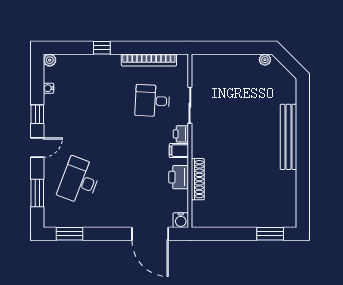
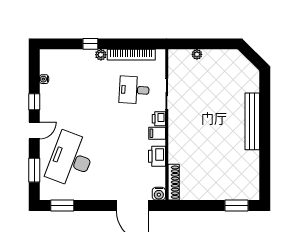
plant: (50, 60) -> (101, 55), moved
plant: (265, 60) -> (197, 54), moved
shoe rack: (198, 179) -> (174, 182), moved
desk: (79, 181) -> (71, 159), width x1.36, depth x1.30

